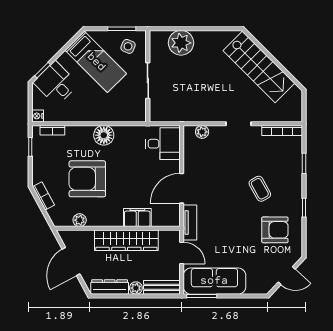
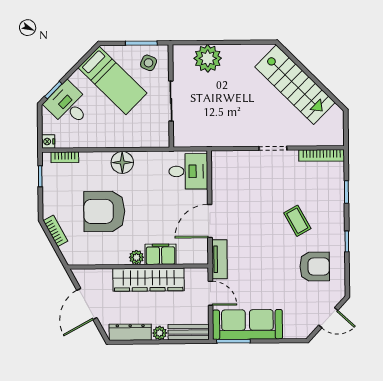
plant: (202, 132) -> (232, 158), removed
plant: (80, 220) -> (136, 257), moved

